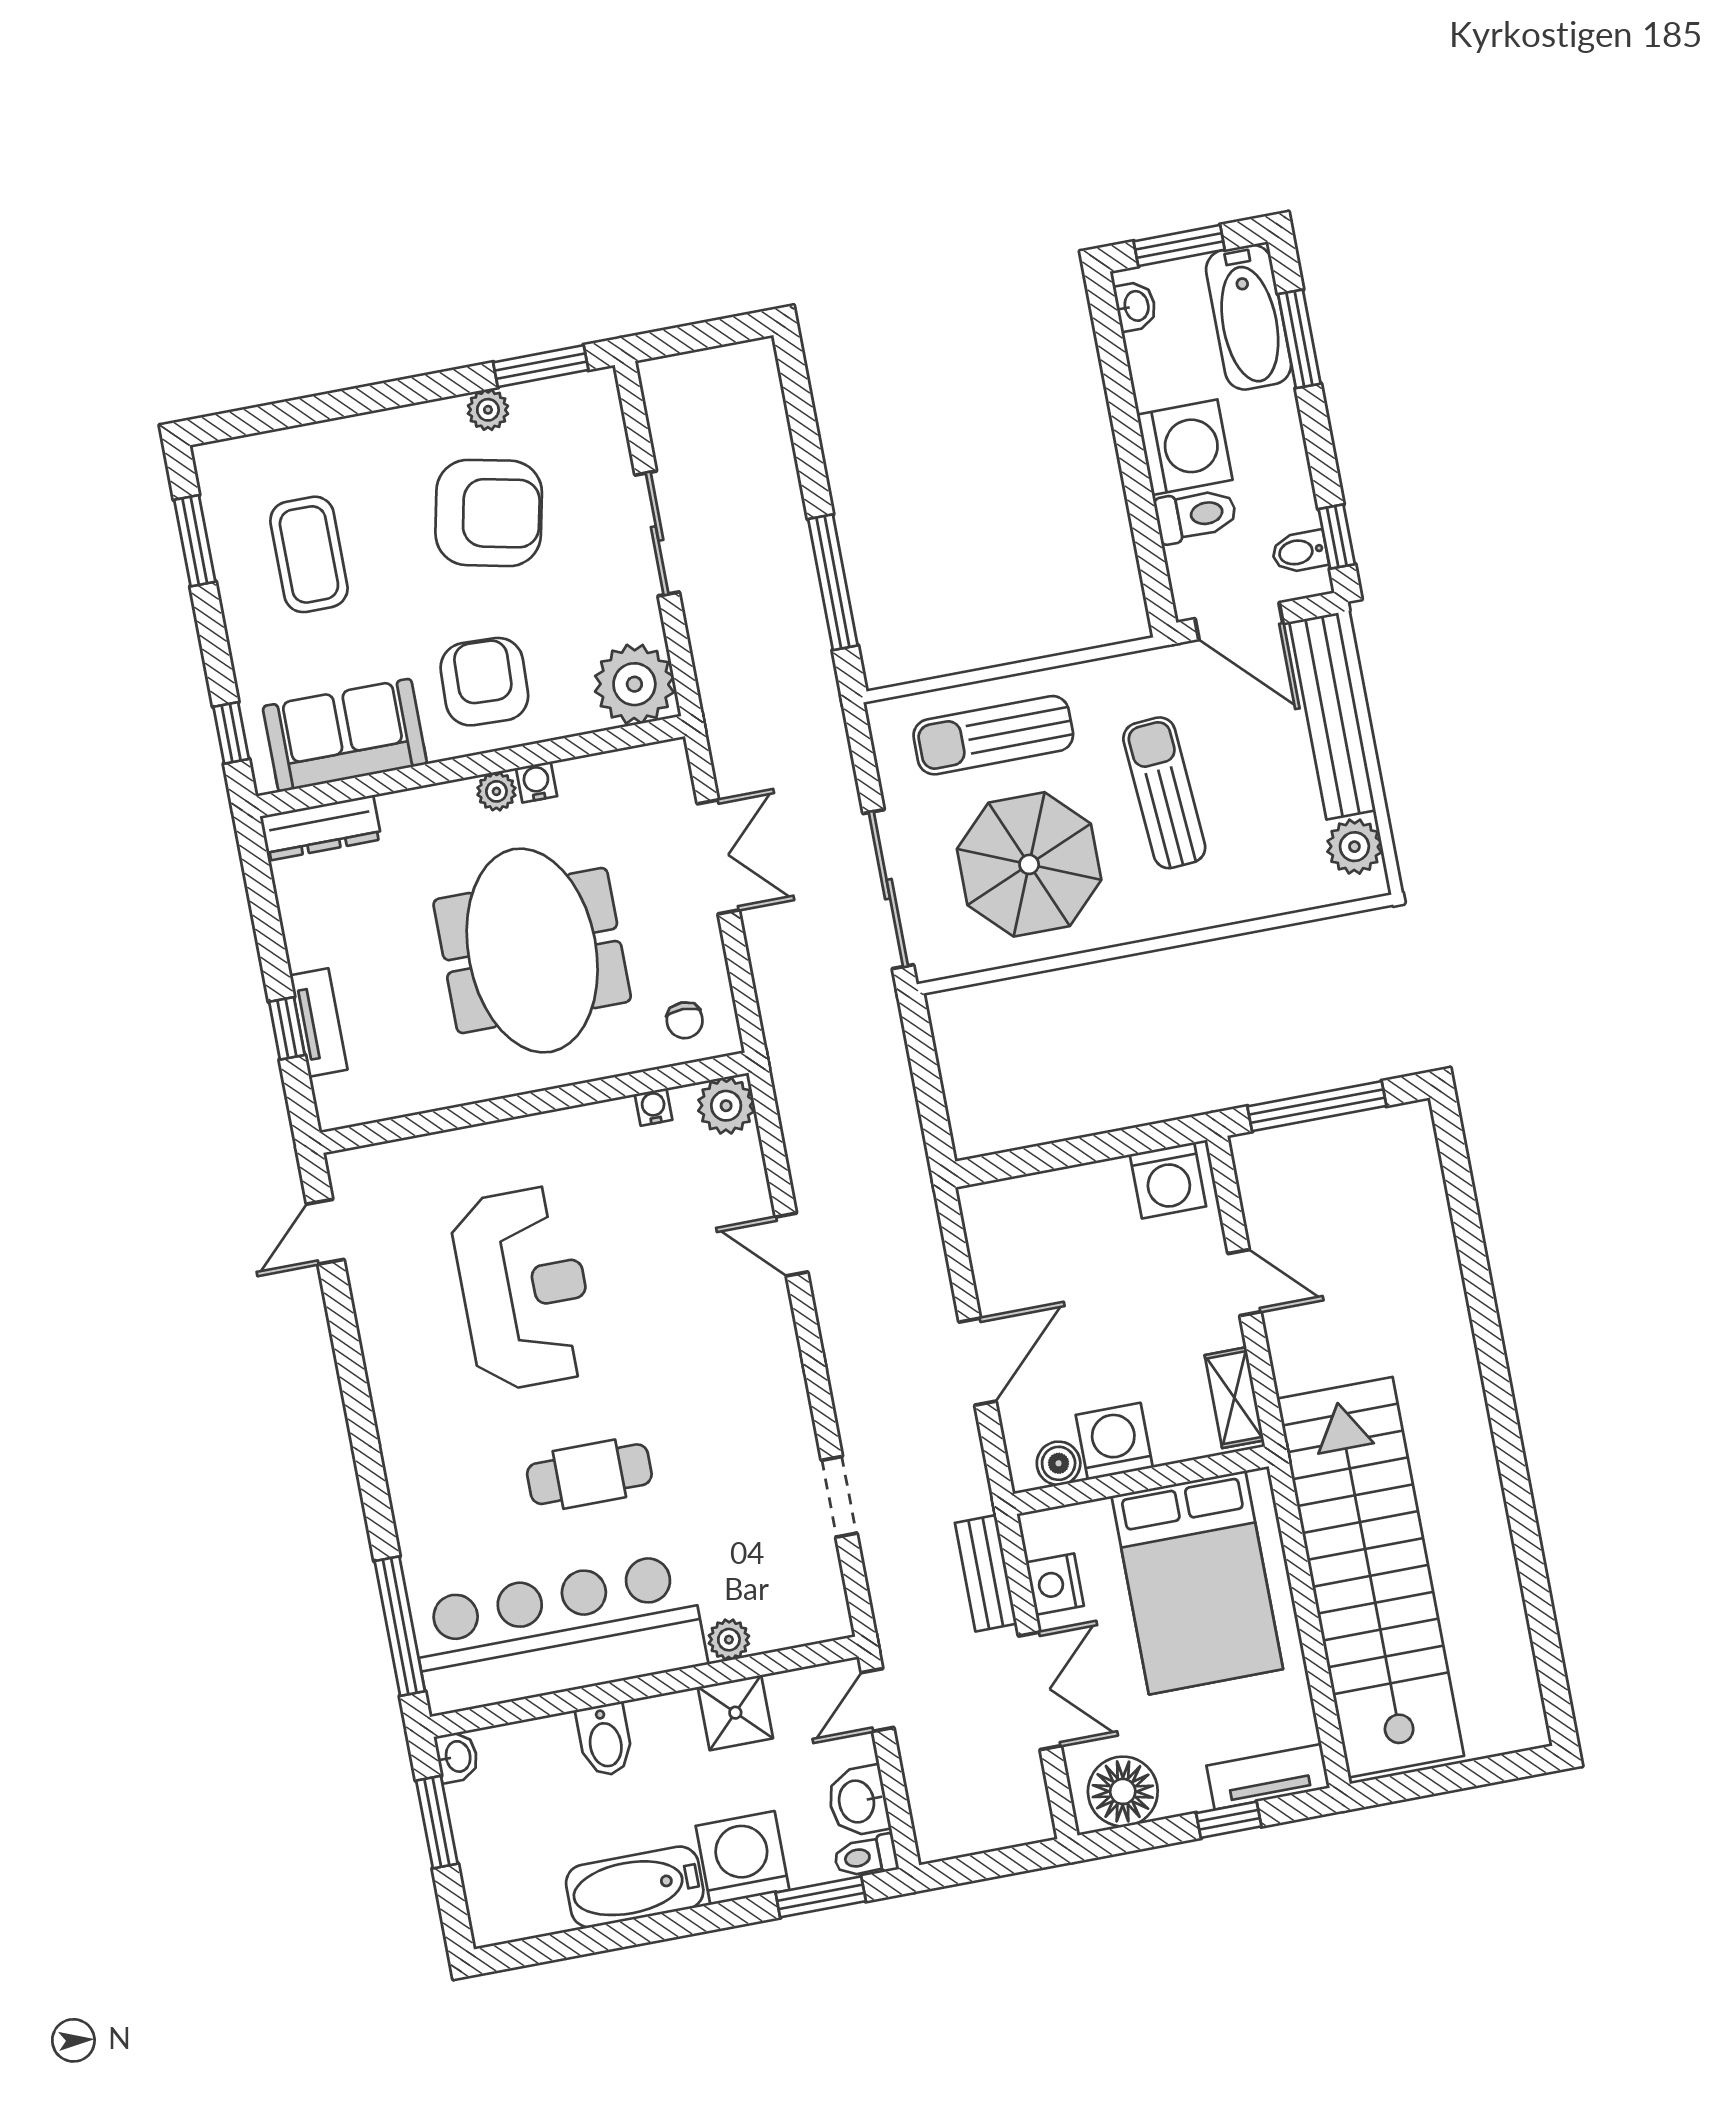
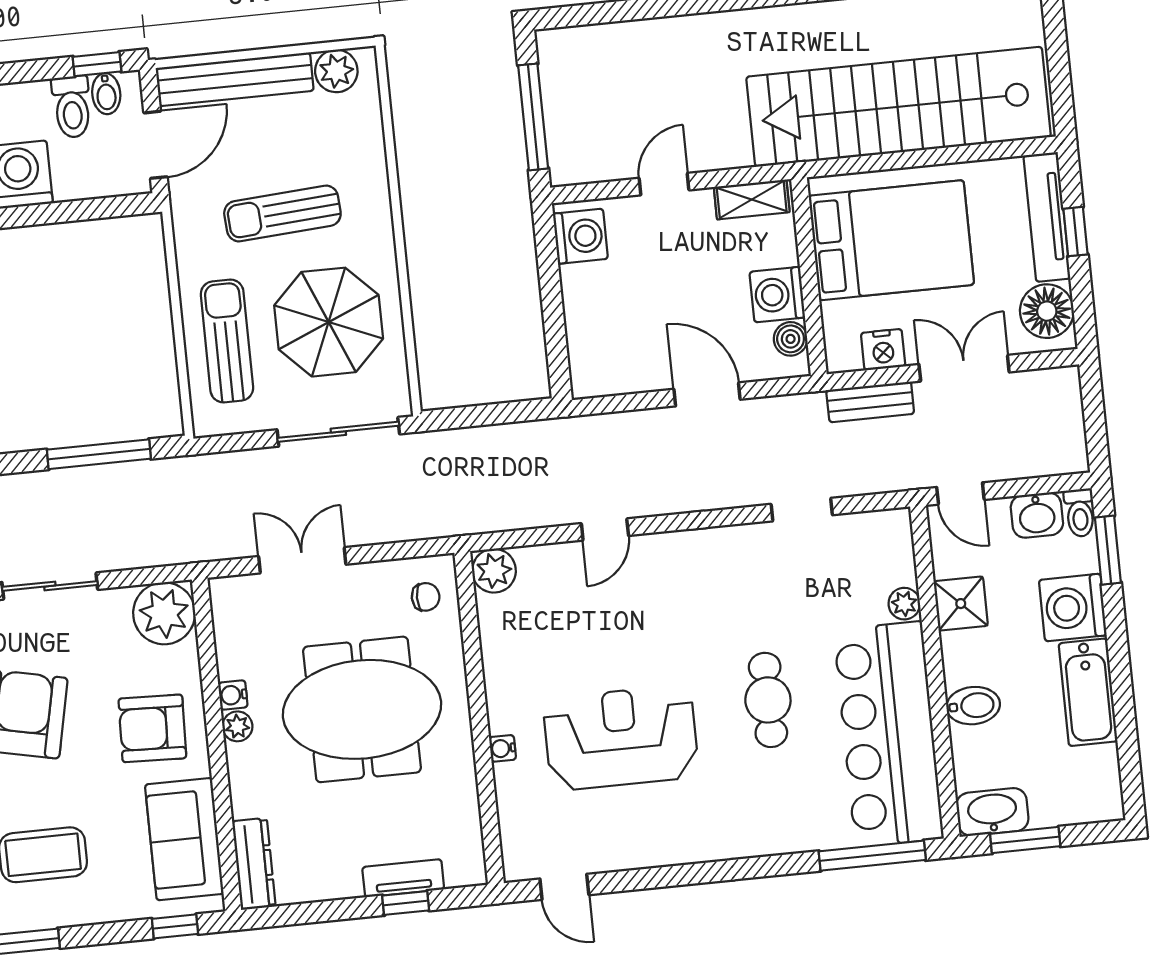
toilet: (1196, 515) -> (72, 107), moved, turned 180
sun lounger: (993, 735) -> (227, 341), turned 180
water cooler: (654, 1107) -> (503, 748), moved
washbasin: (457, 1757) -> (992, 812), width x1.91, depth x1.45
tv unit: (1268, 1777) -> (1047, 217), width x1.41

